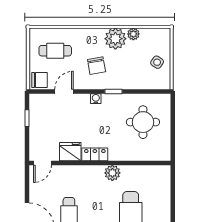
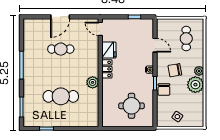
plant: (133, 34) -> (199, 71), moved
chair: (40, 80) -> (164, 90), moved

